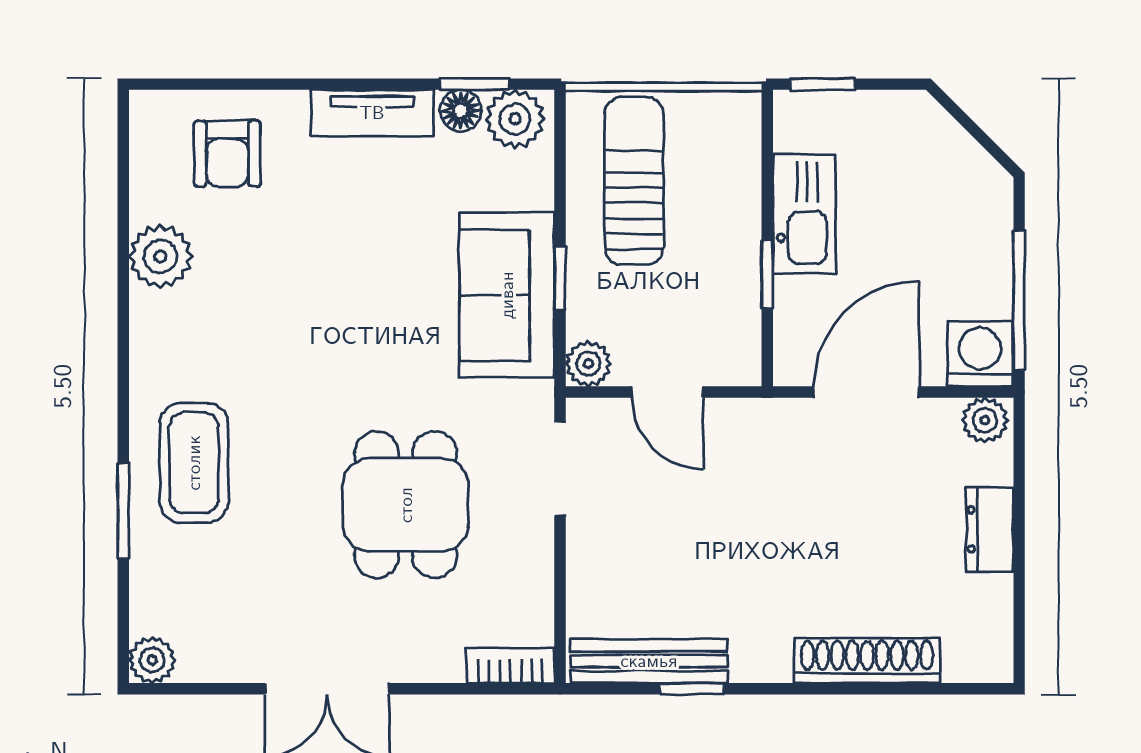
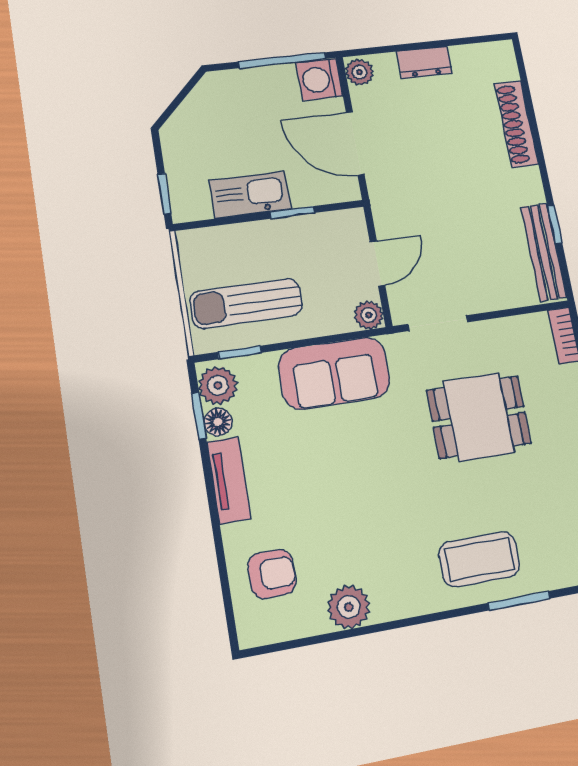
window: (560, 278) -> (239, 352), moved

